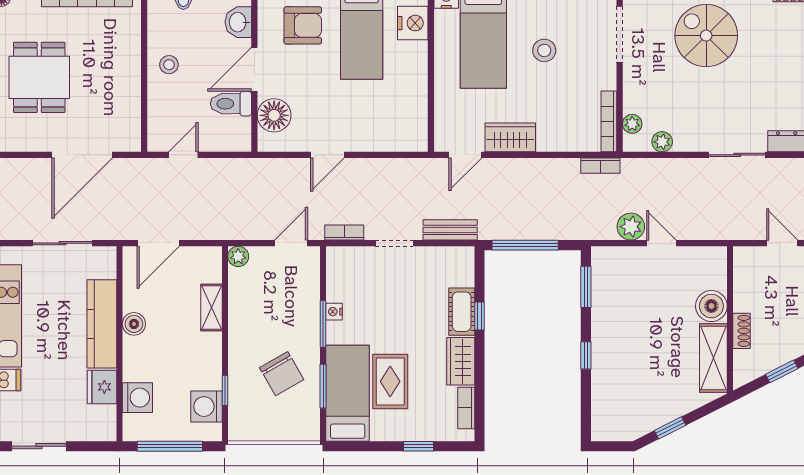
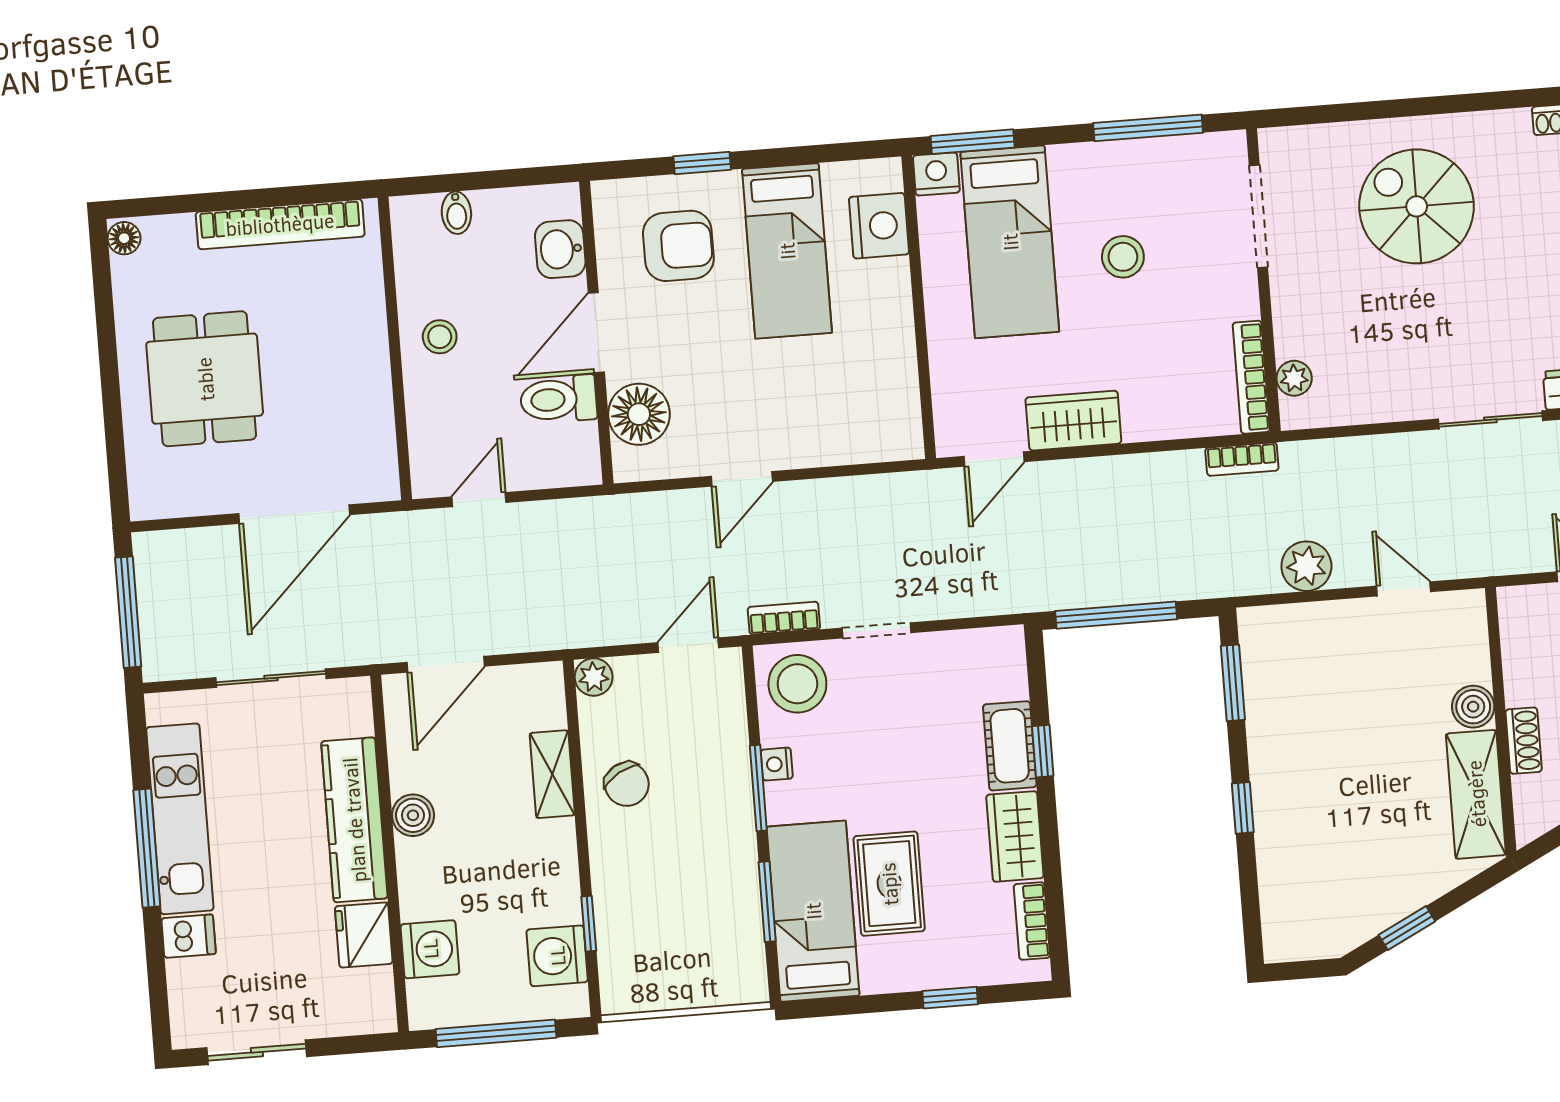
plant: (662, 142) -> (1351, 407), removed
bench: (450, 230) -> (977, 598), removed
door: (661, 243) -> (1404, 589), moved
stool: (349, 269) -> (797, 684), added
boiler: (711, 306) -> (1473, 707), width x0.73, depth x0.73
chair: (282, 374) -> (627, 784), moved, width x0.73, depth x0.73

